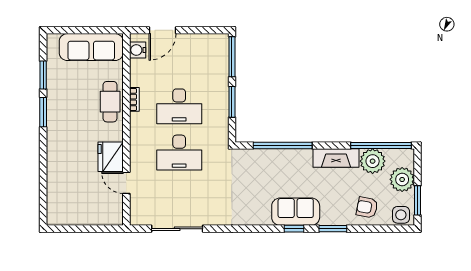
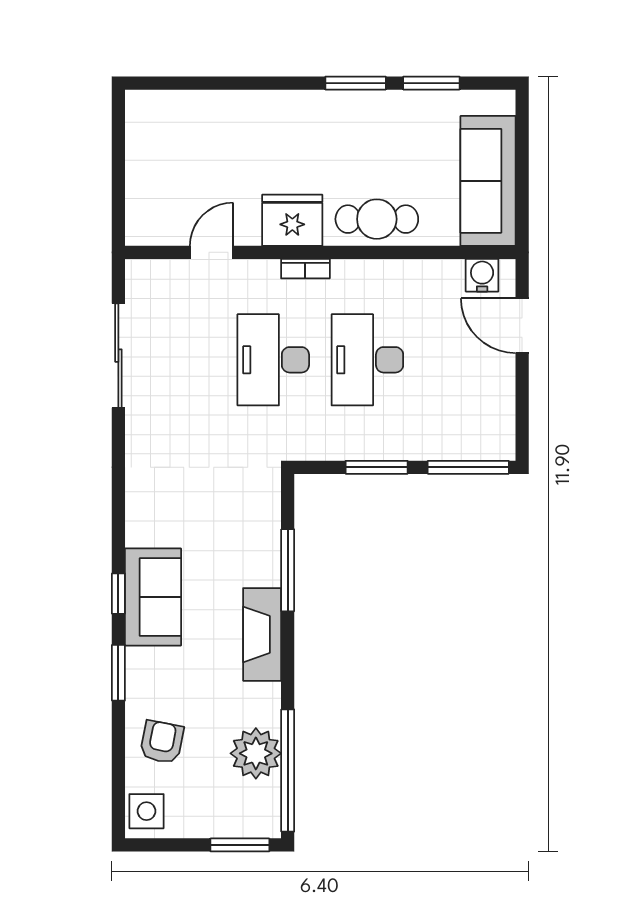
bookcase: (134, 99) -> (305, 269), moved
window: (283, 145) -> (288, 570), width x0.68
fridge: (111, 157) -> (292, 220), moved
fireplace: (336, 158) -> (262, 634), moved
plant: (402, 179) -> (218, 814), removed
window: (418, 200) -> (240, 845), moved

